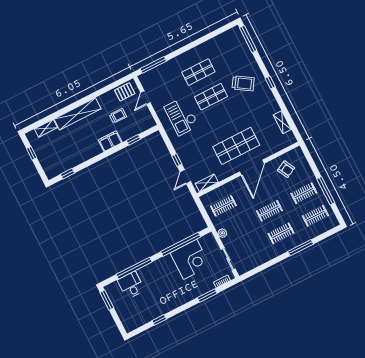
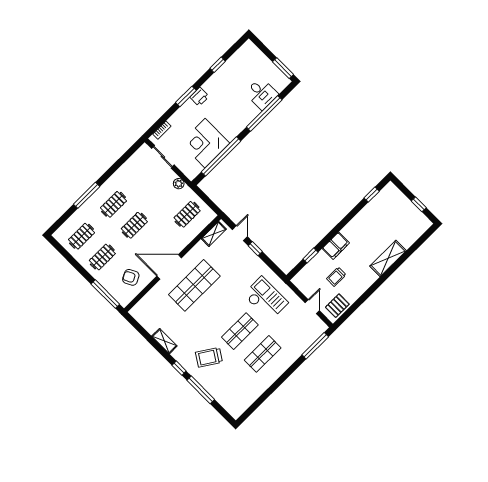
window: (248, 39) -> (201, 390), moved
shelving: (77, 114) -> (388, 258), width x0.68
shelving: (282, 122) -> (164, 341), moved
shelving: (46, 128) -> (412, 237), removed
door: (252, 168) -> (169, 267), hinge flipped
window: (326, 191) -> (105, 294), moved
window: (207, 295) -> (186, 96), moved
printer: (183, 299) -> (199, 97), added

